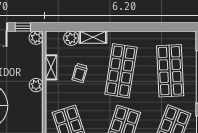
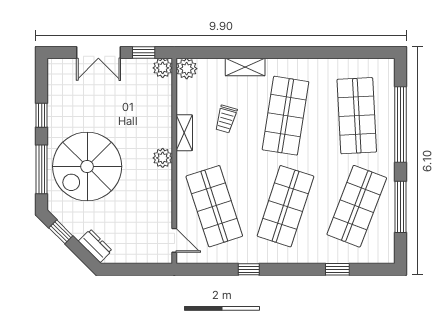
plant: (71, 38) -> (187, 69), moved
shelving: (51, 67) -> (184, 133), moved
plant: (36, 85) -> (163, 158), moved

